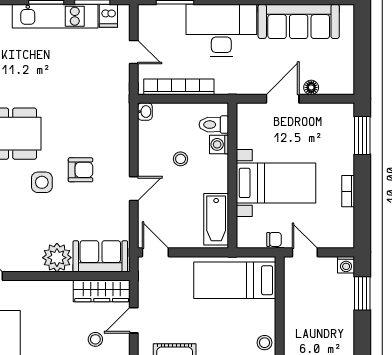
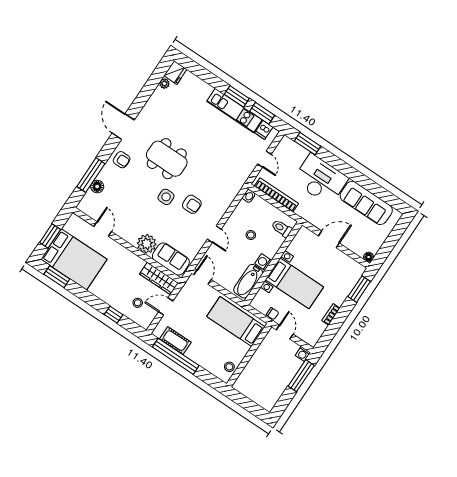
floor lamp: (311, 87) -> (369, 257), moved
washing machine: (219, 144) -> (263, 262), moved
door: (134, 189) -> (214, 234), hinge flipped
window: (362, 293) -> (301, 376), width x1.44

